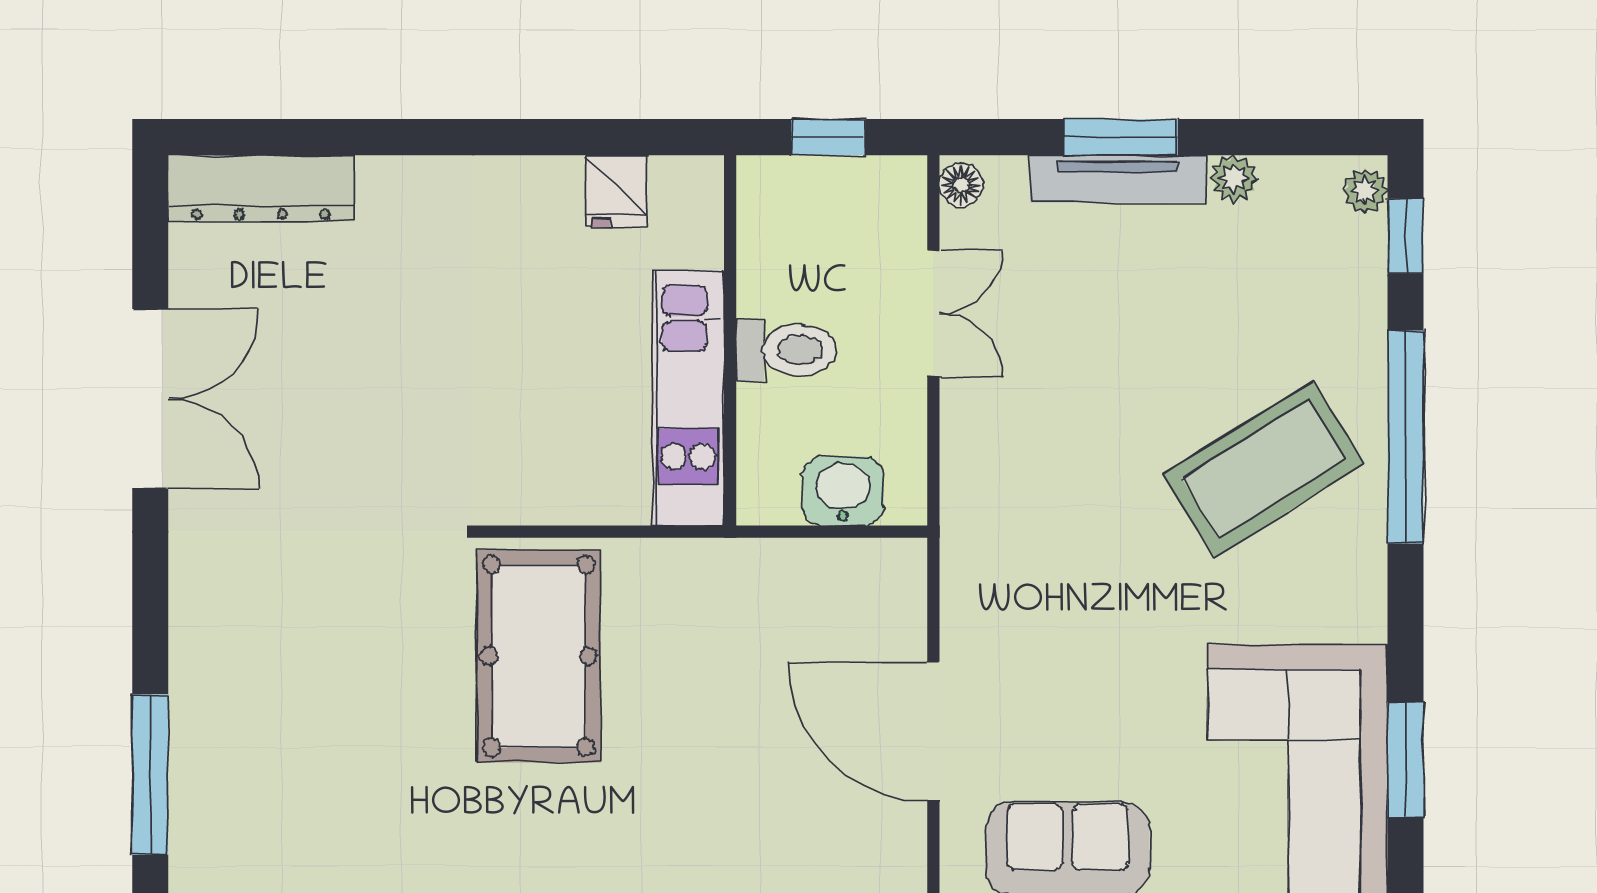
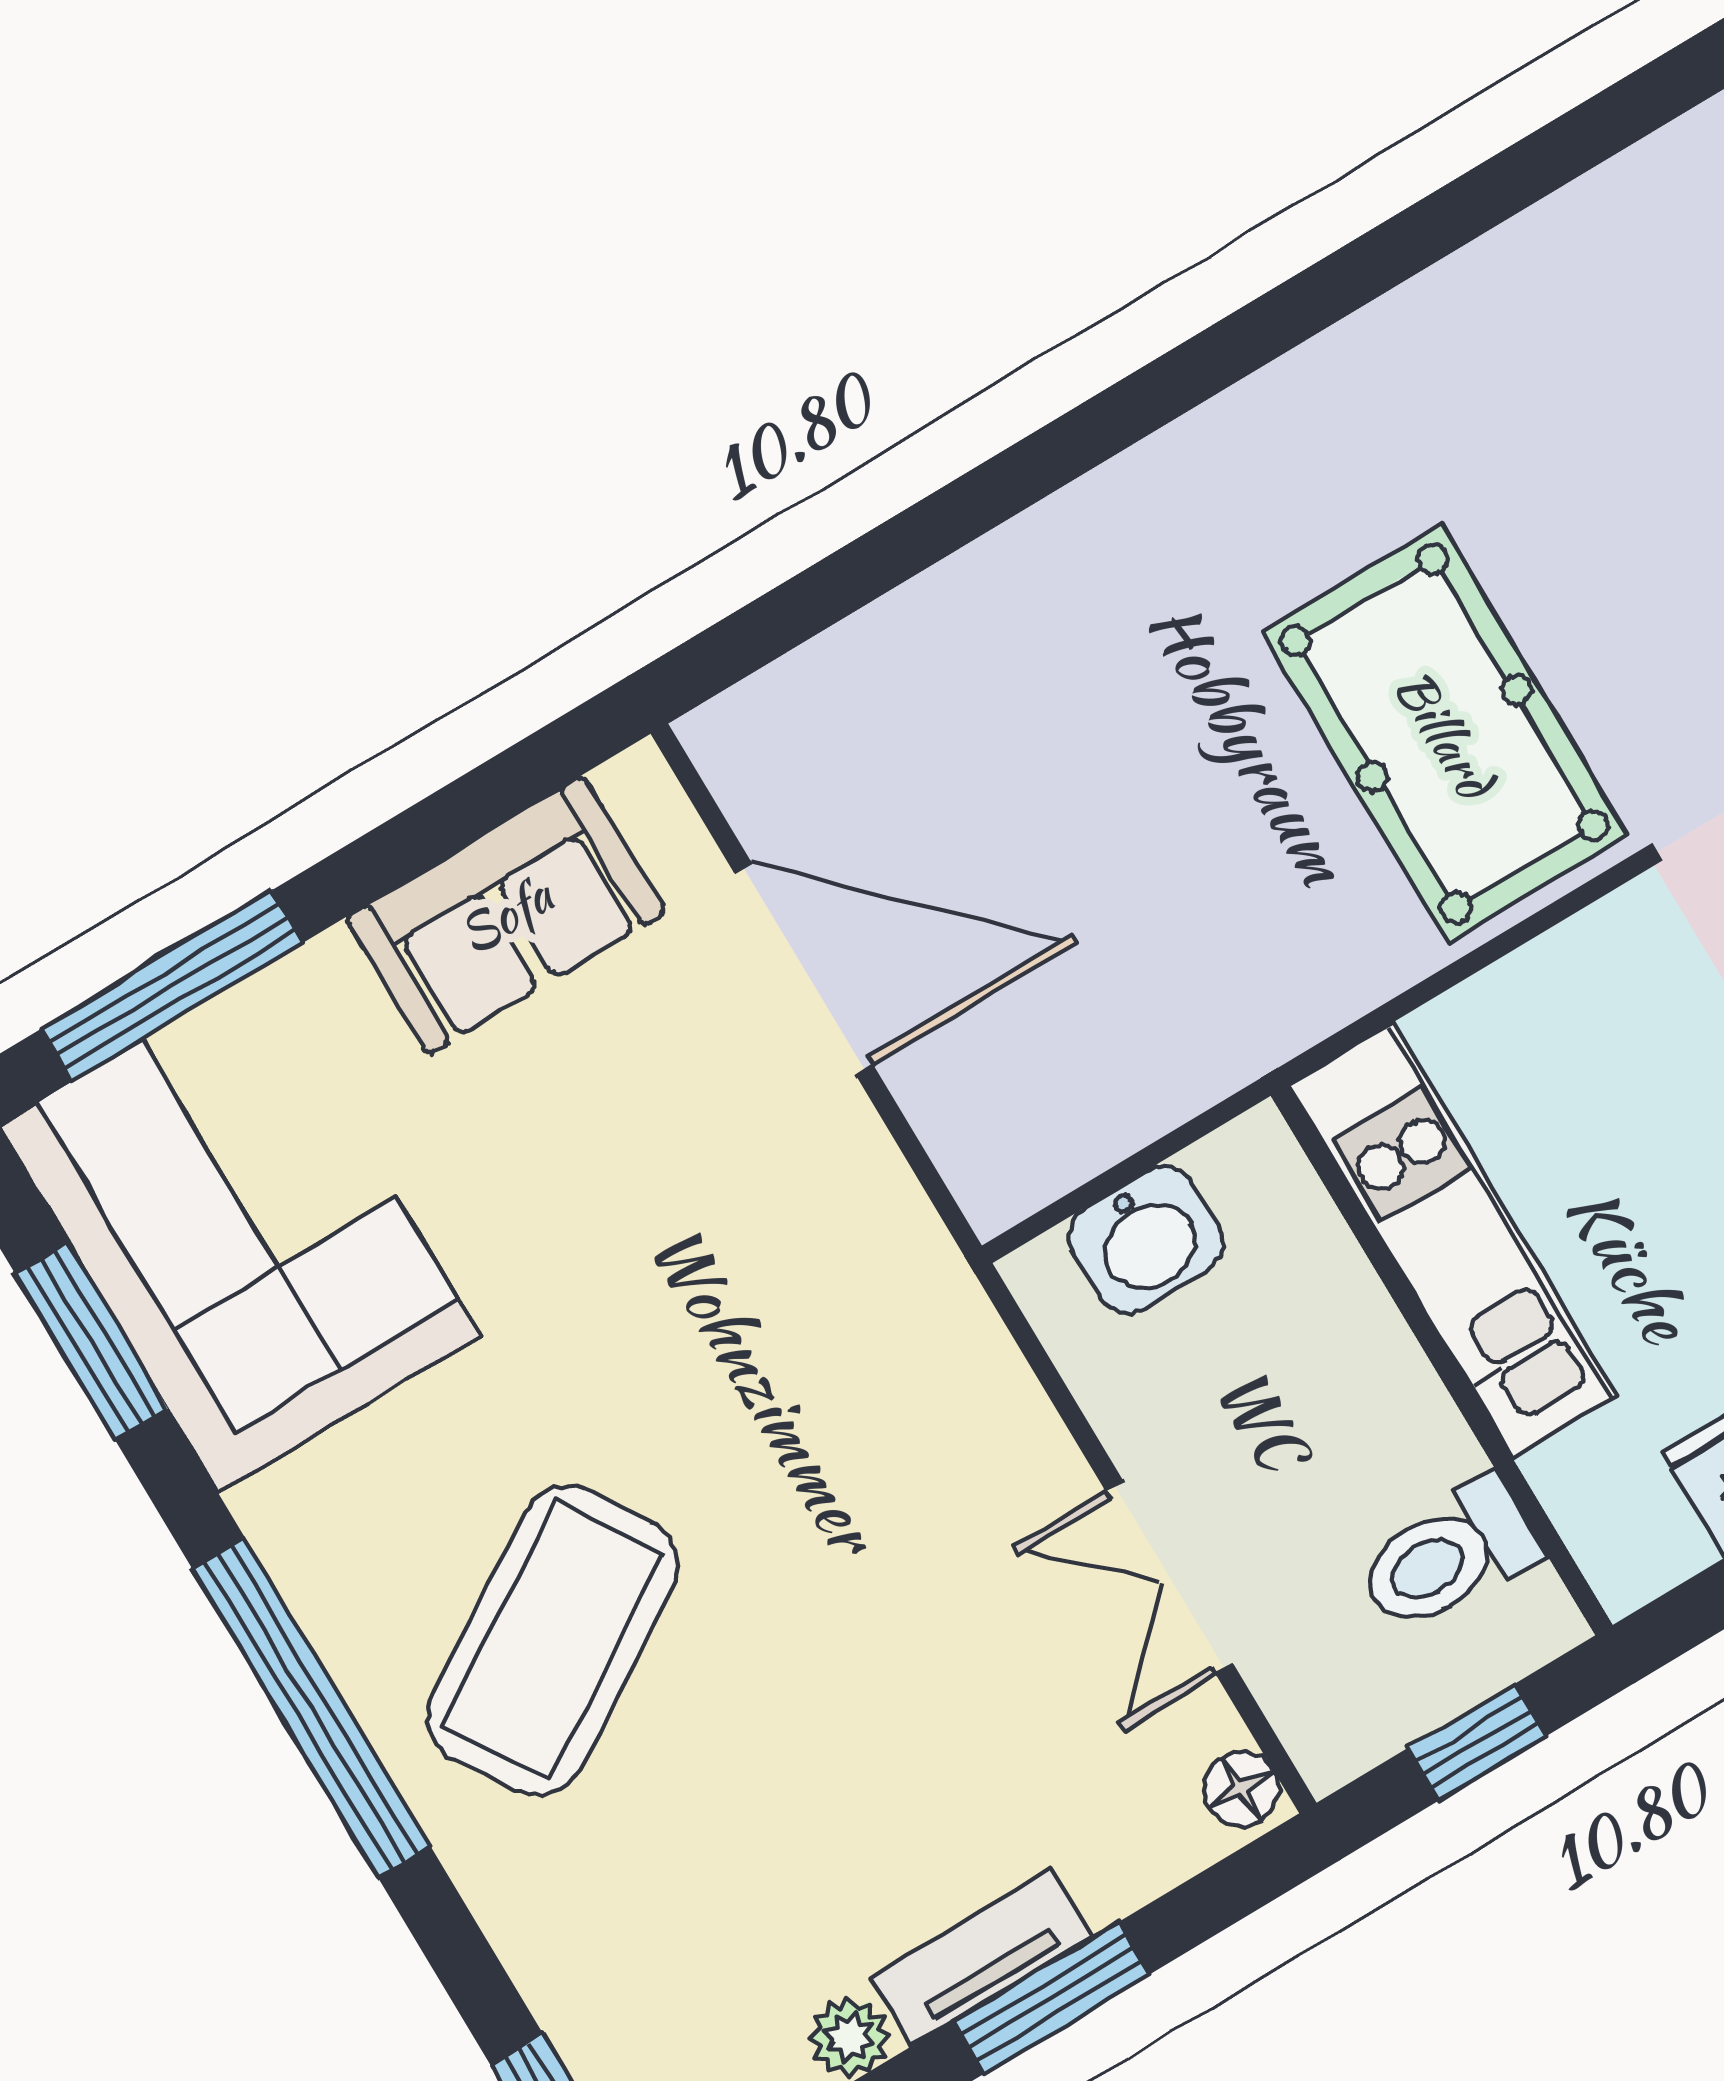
tv unit: (1118, 179) -> (981, 1957), width x0.71
toilet: (786, 350) -> (1448, 1556), moved
window: (1406, 437) -> (311, 1707), moved

